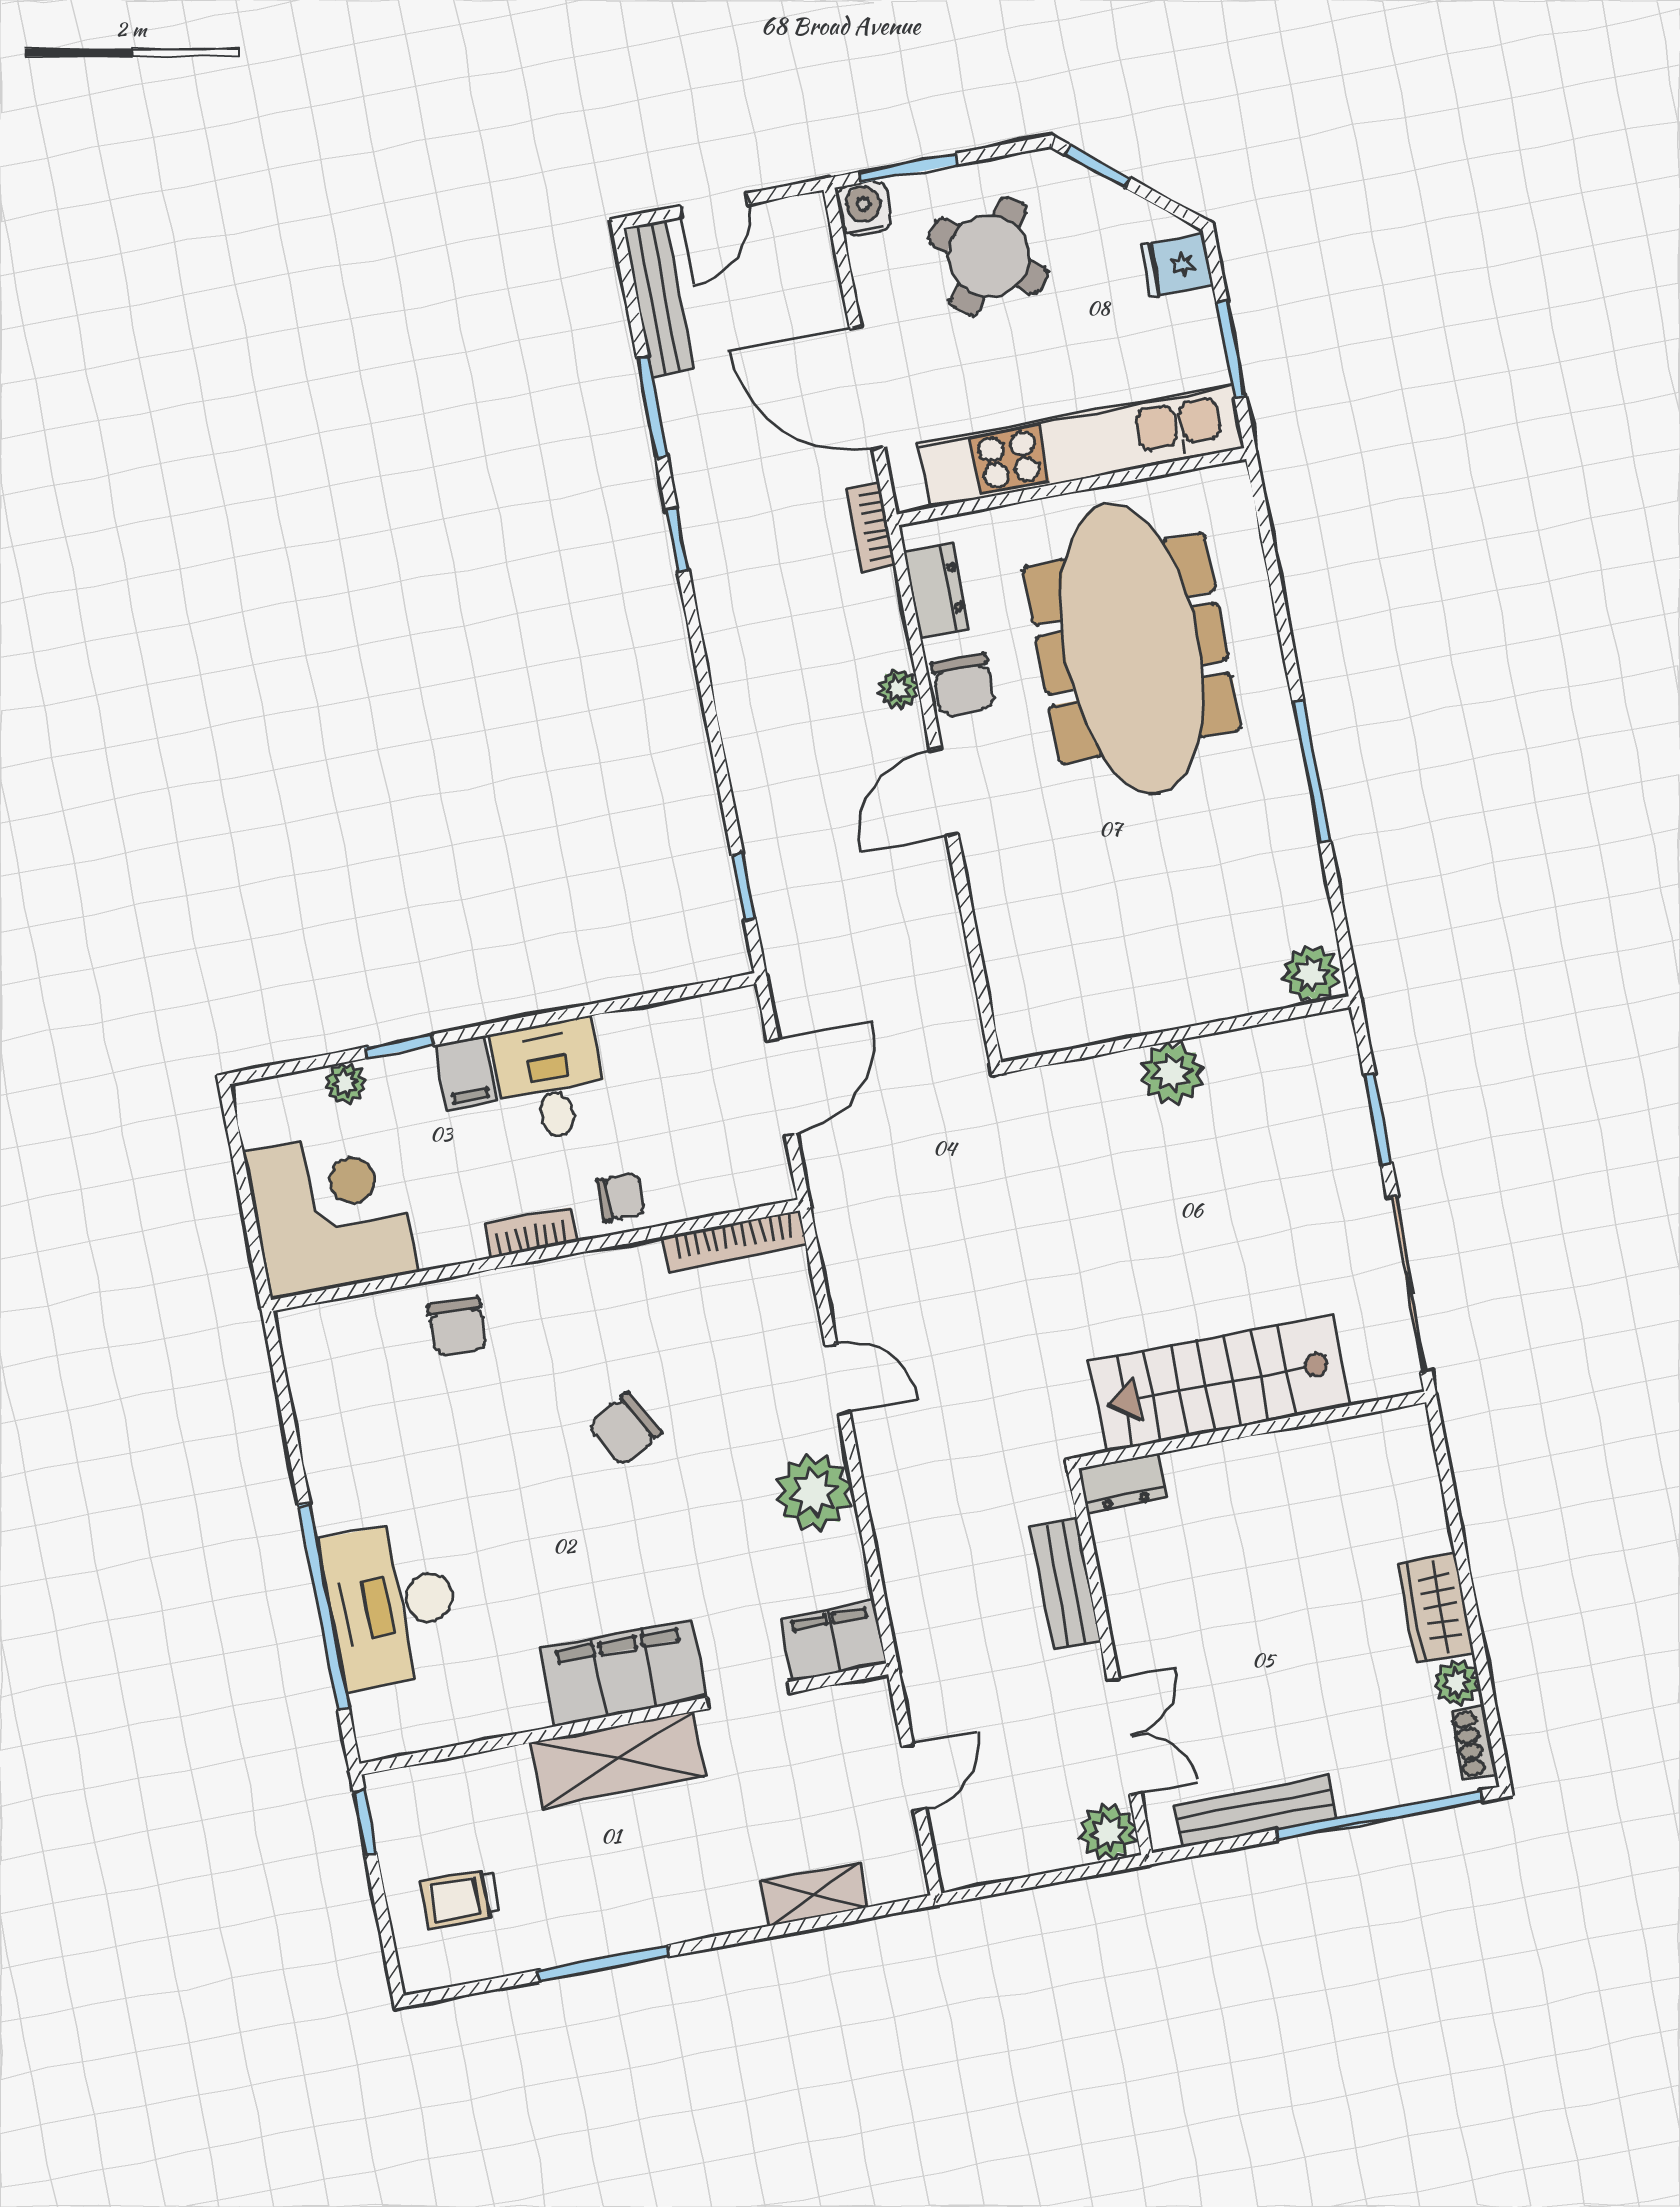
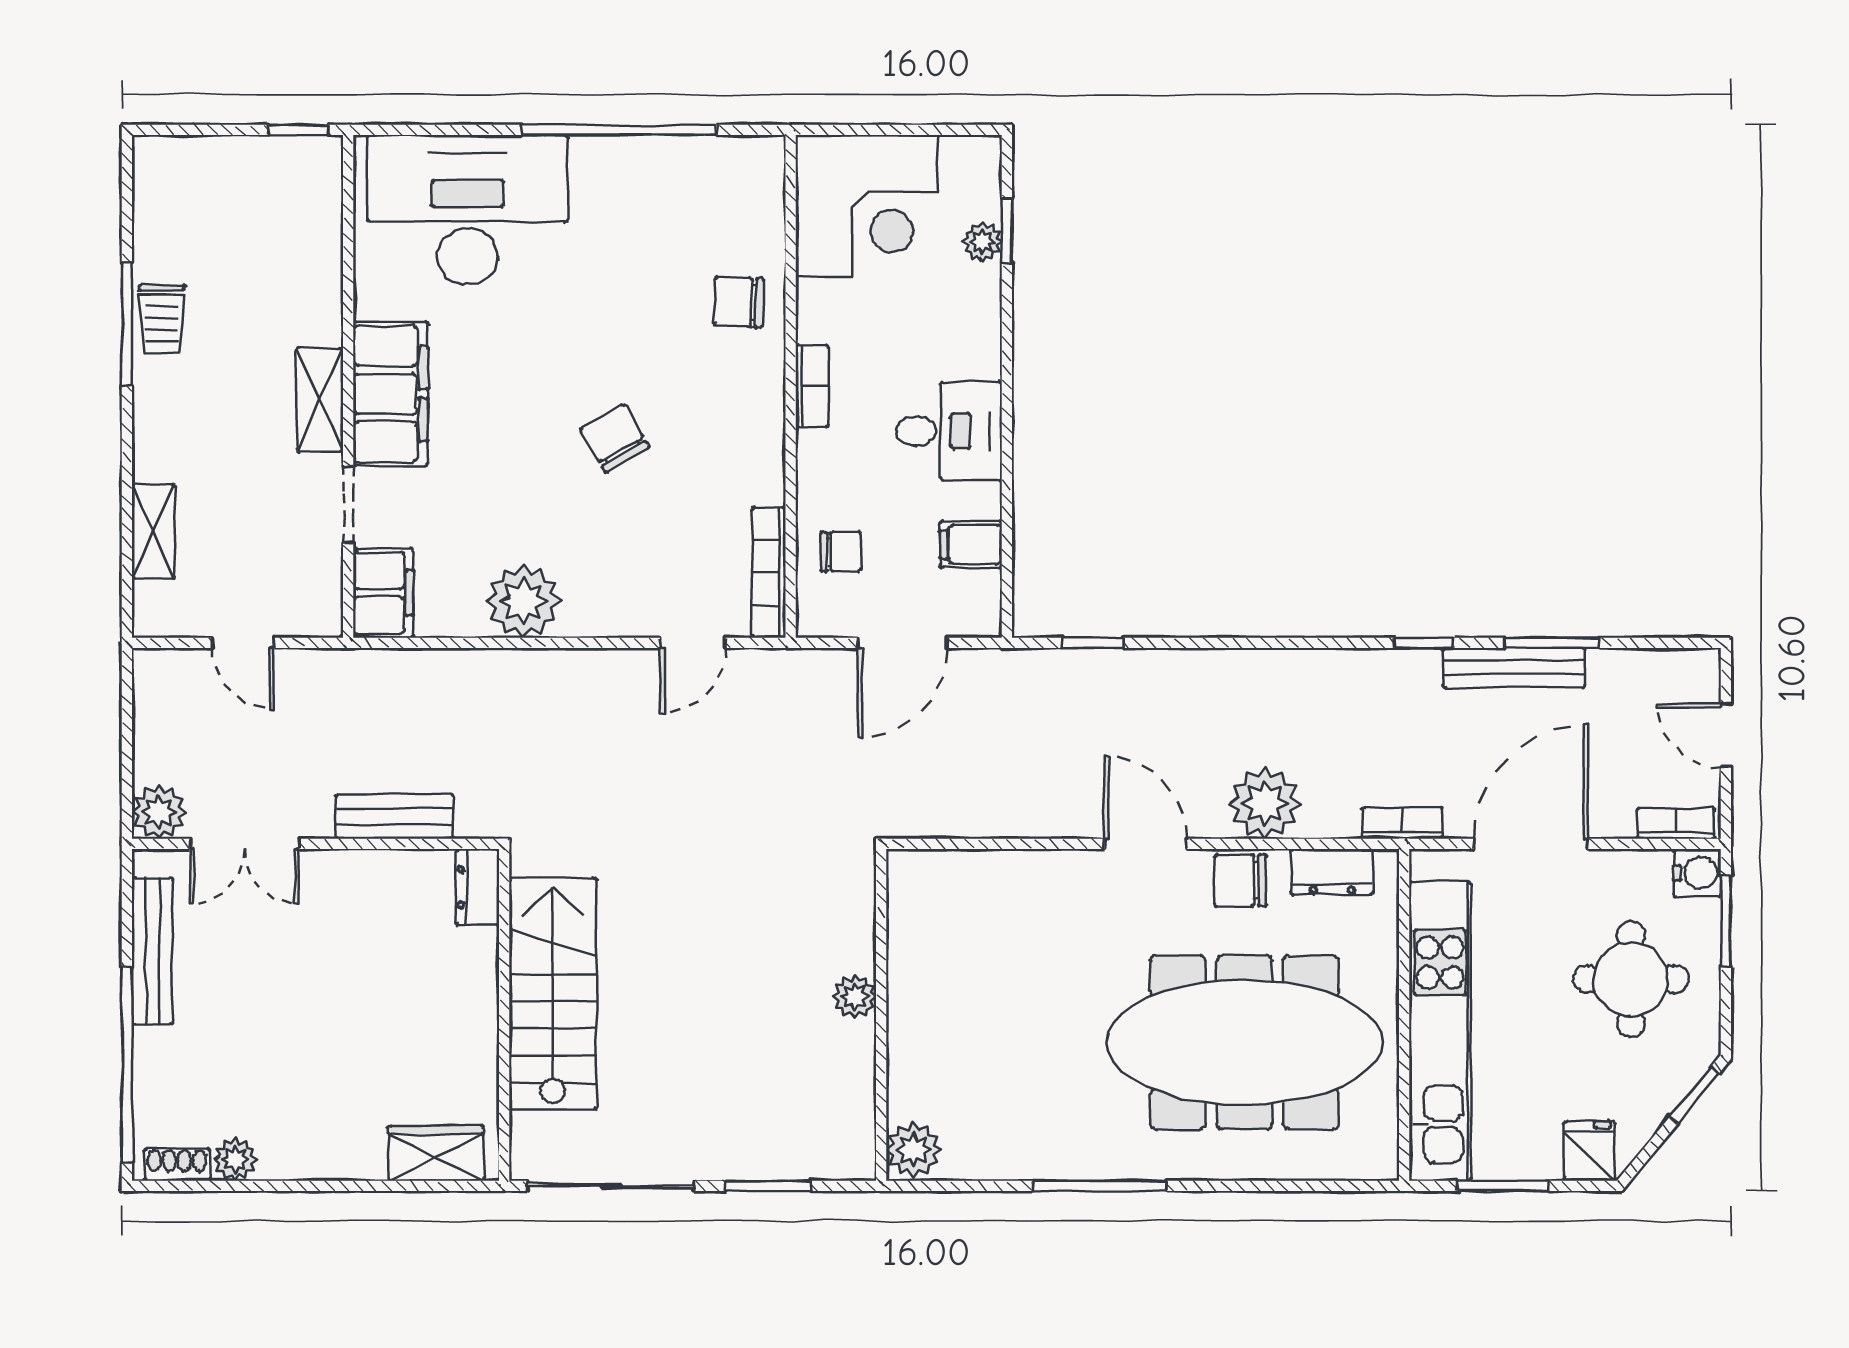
bookcase: (816, 240) -> (1676, 823), added
round table: (989, 256) -> (1631, 979), turned -37
bench: (658, 298) -> (1514, 668), moved
plant: (898, 689) -> (1265, 803), width x1.88, depth x1.88
window: (399, 1046) -> (1007, 230), moved
filing cabinet: (466, 1073) -> (971, 544), moved
plant: (1172, 1073) -> (855, 996), width x0.73, depth x0.73
door: (782, 1087) -> (902, 643), hinge flipped
chair: (621, 1197) -> (841, 552), moved, turned -90
door: (838, 1379) -> (693, 643), moved
desk: (392, 1605) -> (468, 210), width x1.36, depth x1.30
window: (324, 1607) -> (619, 130), moved
wardrobe: (1436, 1607) -> (436, 1153), moved
shelving: (618, 1759) -> (320, 400), width x0.67, depth x0.75
trolley: (460, 1898) -> (162, 319), moved, turned 180

